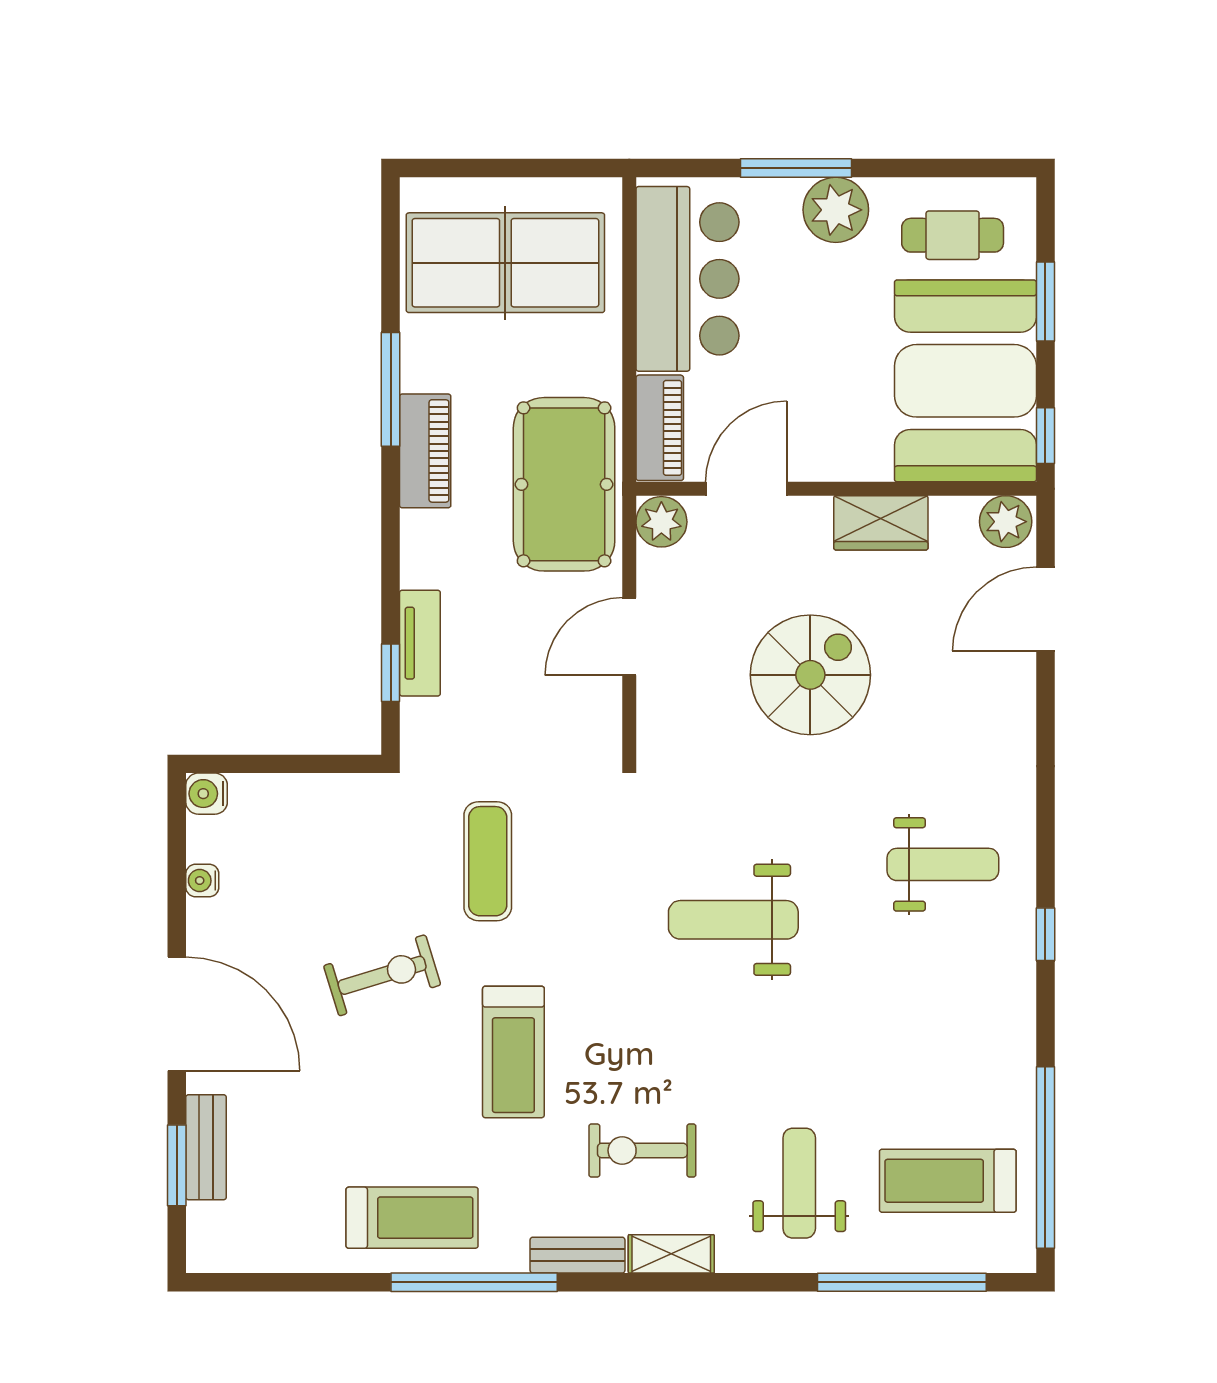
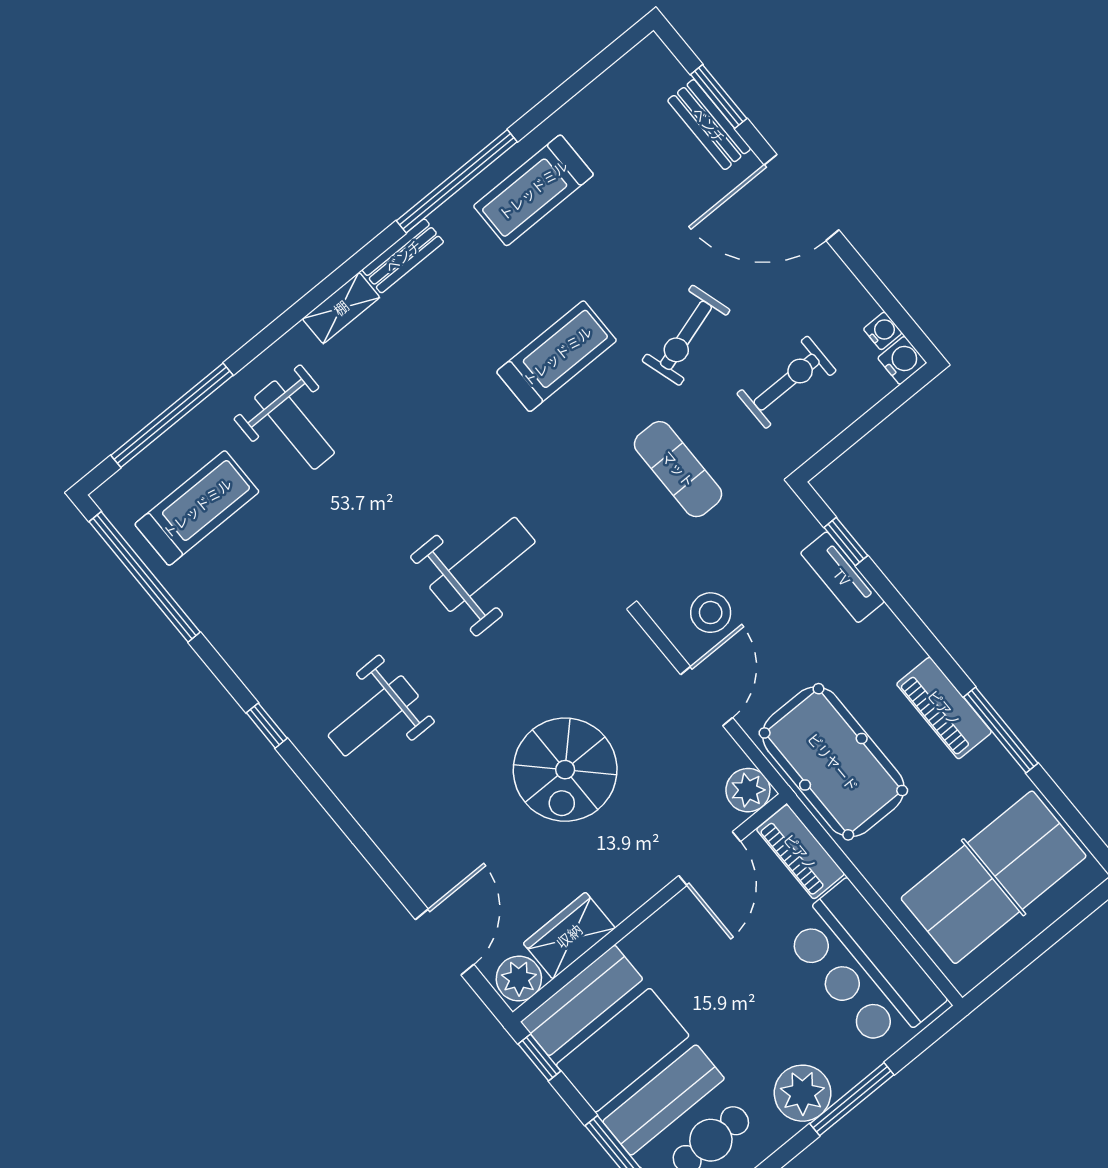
wardrobe: (881, 523) -> (569, 936), moved
stool: (564, 709) -> (711, 613), added
water cooler: (202, 881) -> (883, 331), moved
treadmill: (513, 1052) -> (557, 356), turned 90
exercise bike: (642, 1150) -> (787, 382), moved

